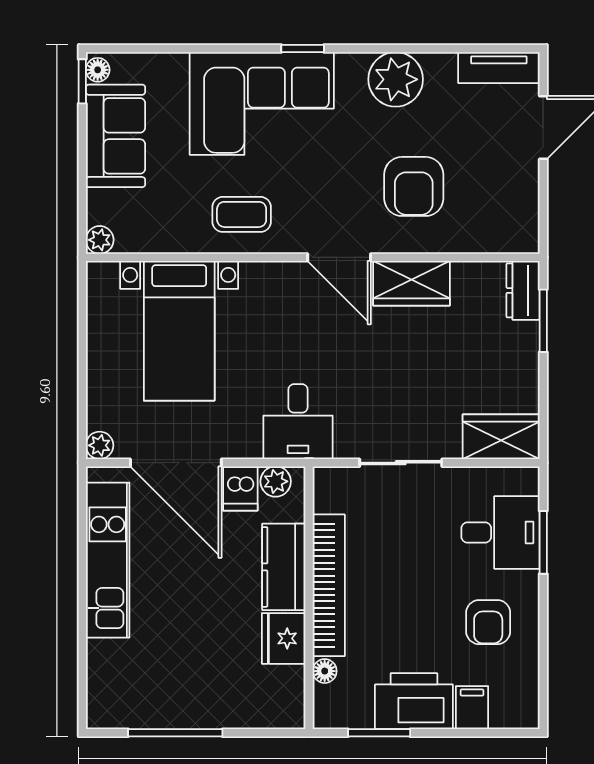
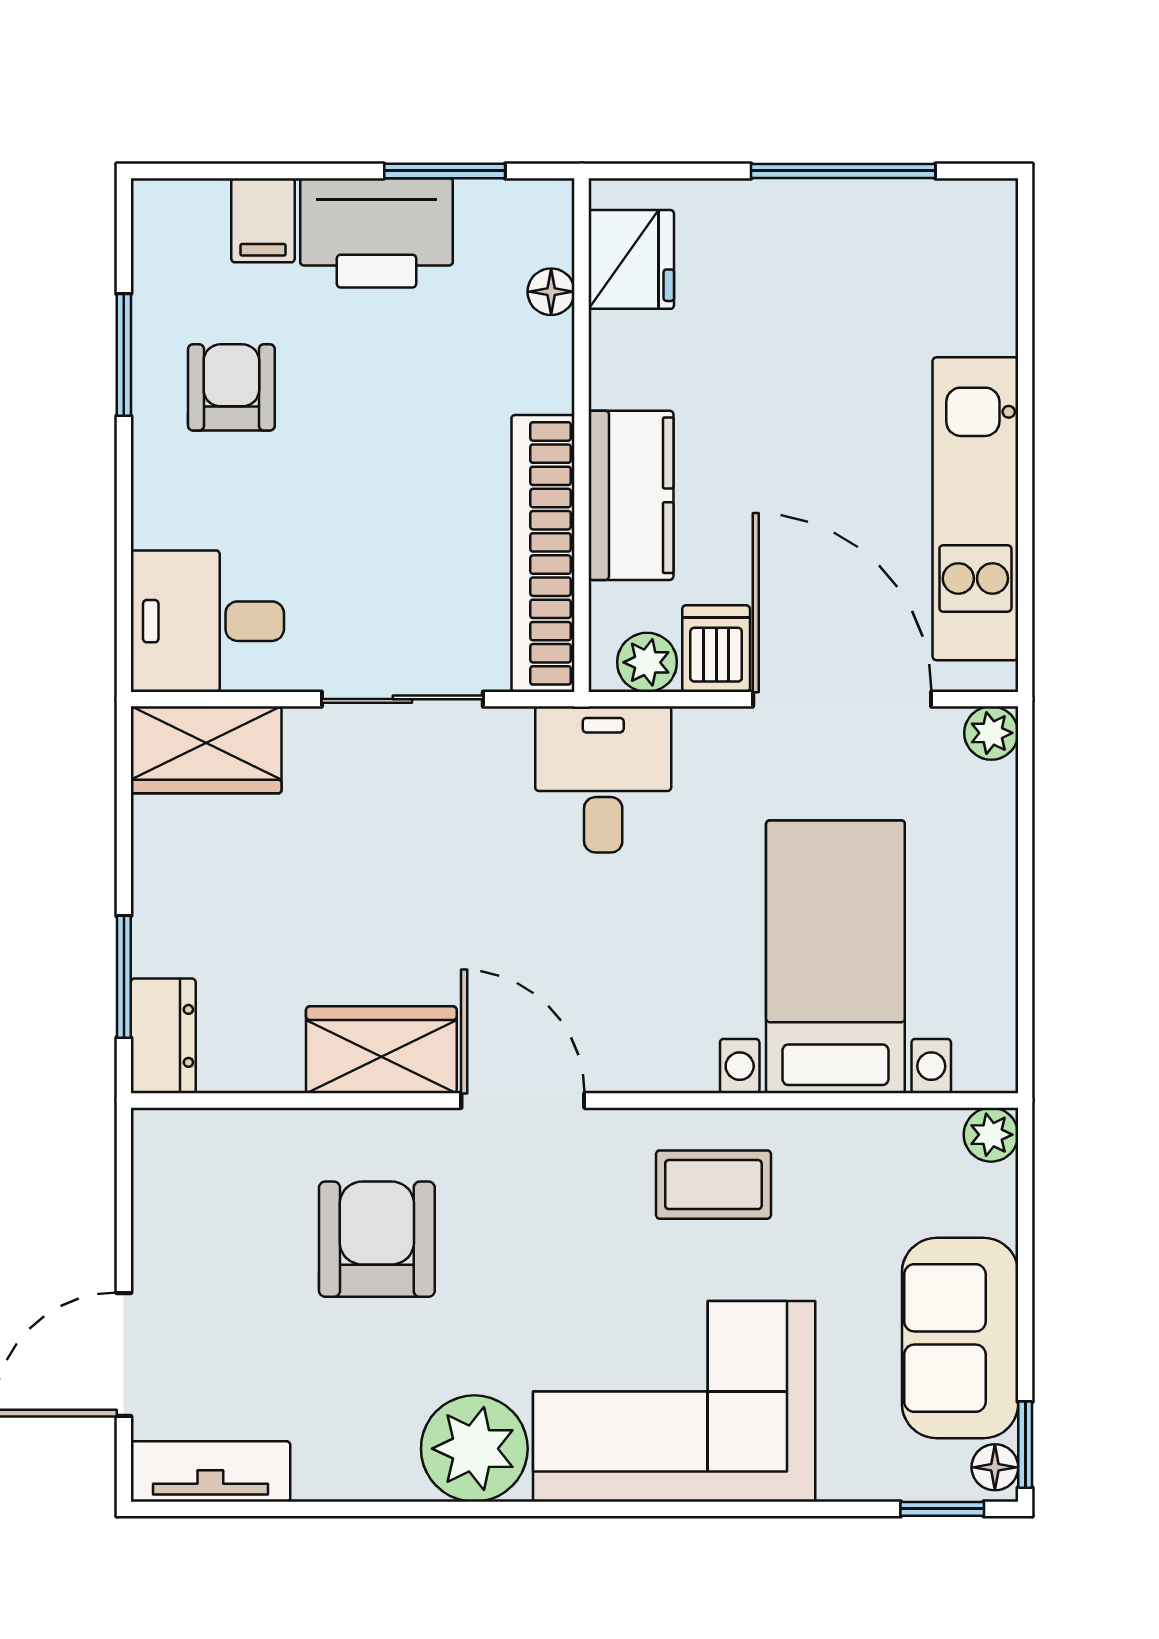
window: (303, 49) -> (942, 1509), moved
plant: (396, 79) -> (474, 1449), moved
desk: (500, 532) -> (207, 621), moved
window: (543, 542) -> (124, 355), moved
bookcase: (329, 585) -> (543, 553), moved
fridge: (284, 638) -> (631, 259), moved

